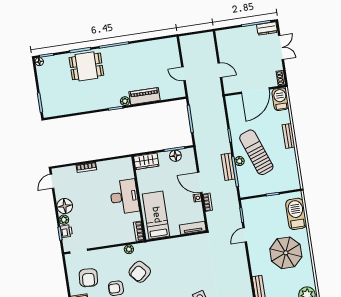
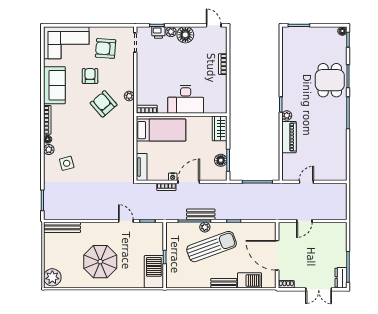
barbecue: (280, 99) -> (250, 280), moved
barbecue: (296, 214) -> (154, 272), moved, turned -90

